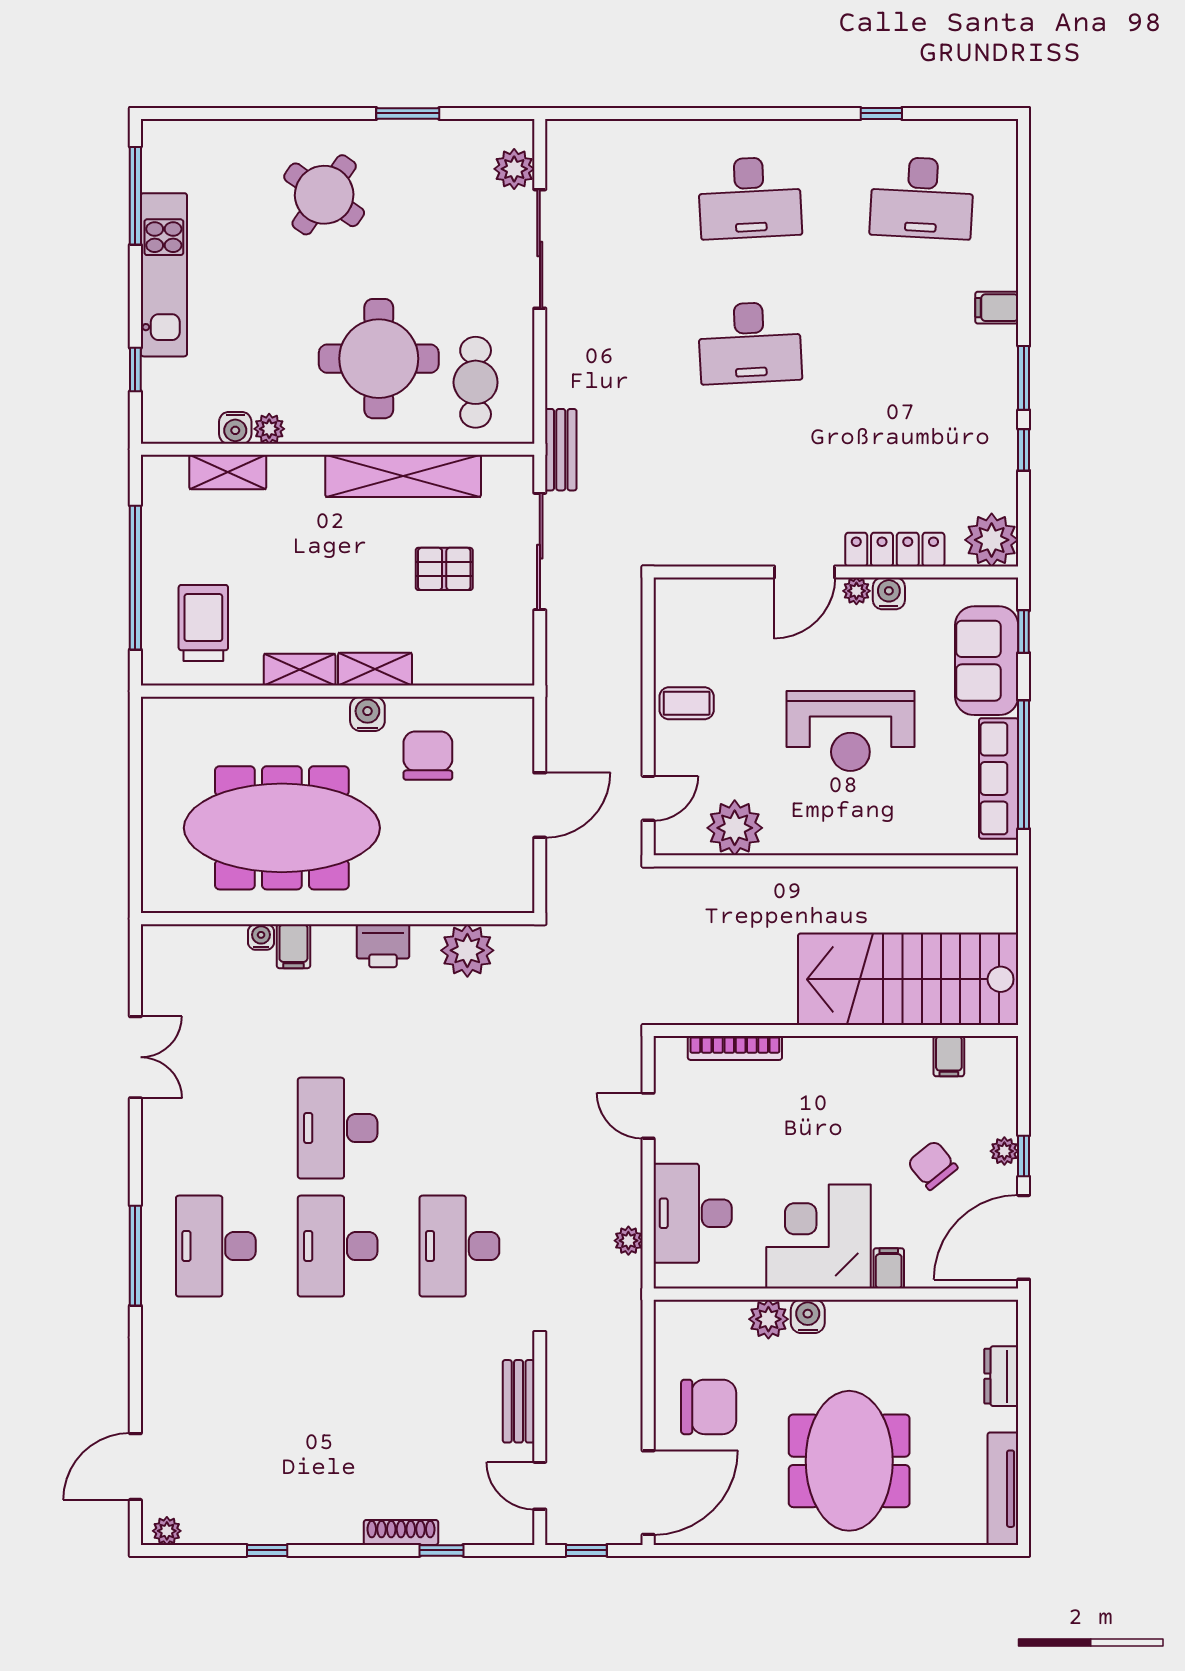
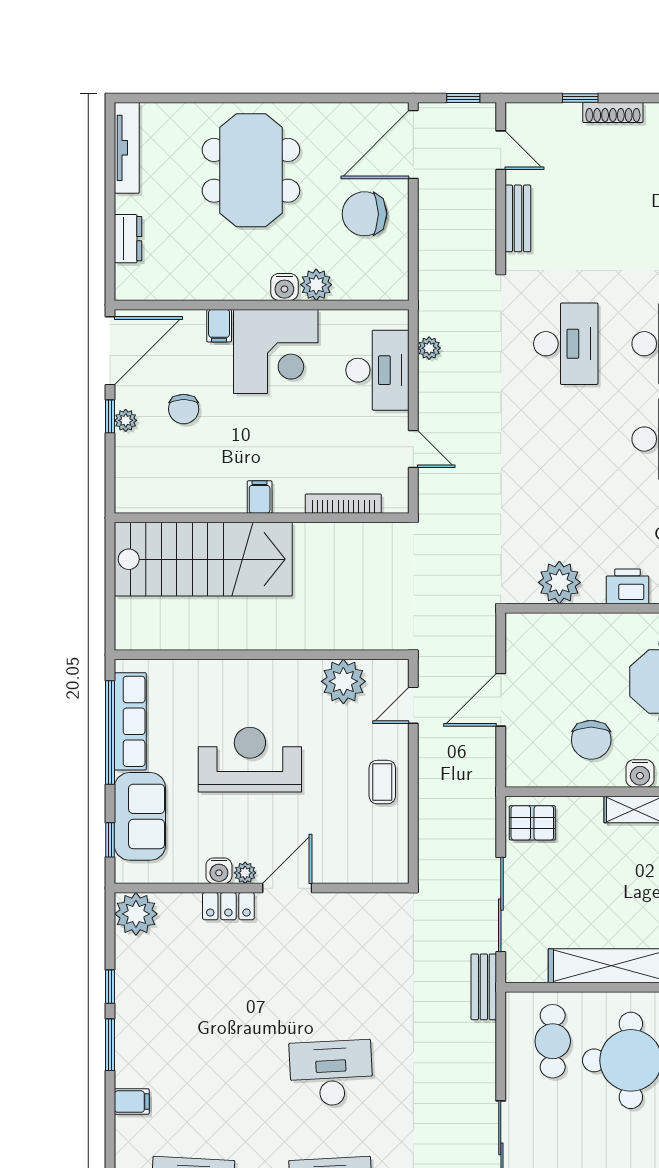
locker: (895, 550) -> (228, 906), width x0.66
pallet: (444, 569) -> (532, 823), moved
coffee table: (687, 703) -> (382, 782), turned 90
filing cabinet: (949, 1056) -> (260, 497), moved
chair: (932, 1165) -> (184, 409), turned 39

